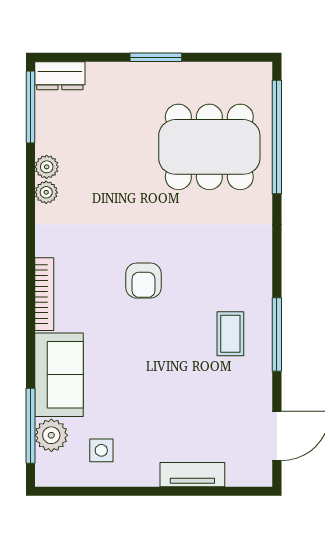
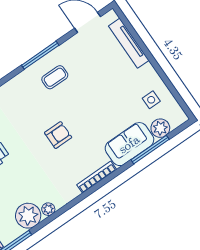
plant: (47, 167) -> (28, 216), width x1.88, depth x1.88
window: (31, 426) -> (150, 150), moved
tv unit: (192, 475) -> (129, 43), width x1.41

